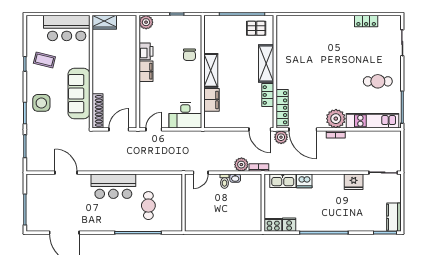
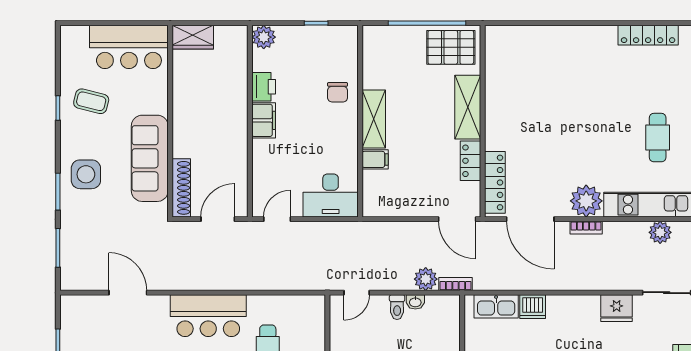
locker: (366, 21) -> (648, 35), width x1.53
pallet: (256, 28) -> (451, 47), width x1.50, depth x1.42
cafe table: (378, 81) -> (658, 138), turned 90
filing cabinet: (212, 100) -> (375, 159), width x0.50
plant: (281, 137) -> (660, 232), moved

